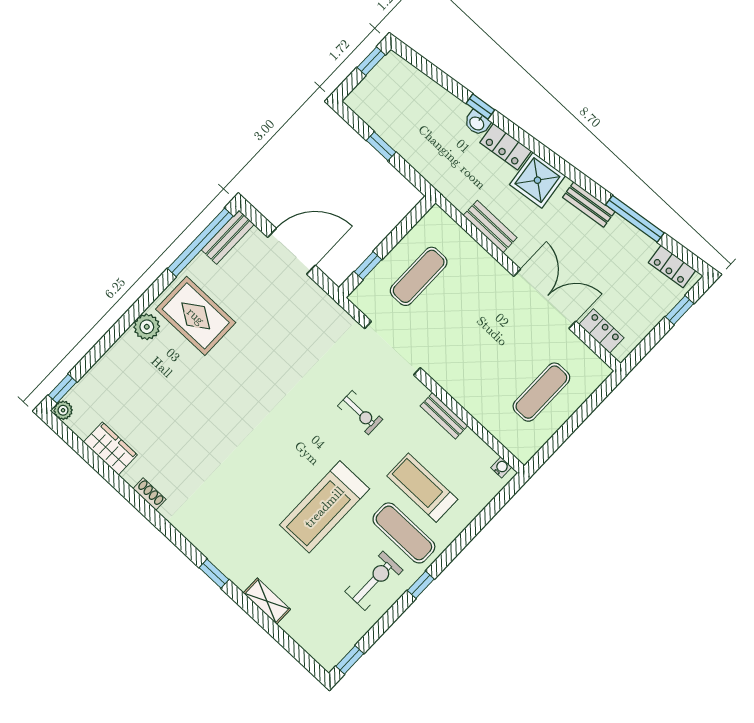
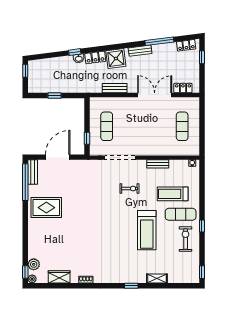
plant: (147, 327) -> (34, 264), moved

